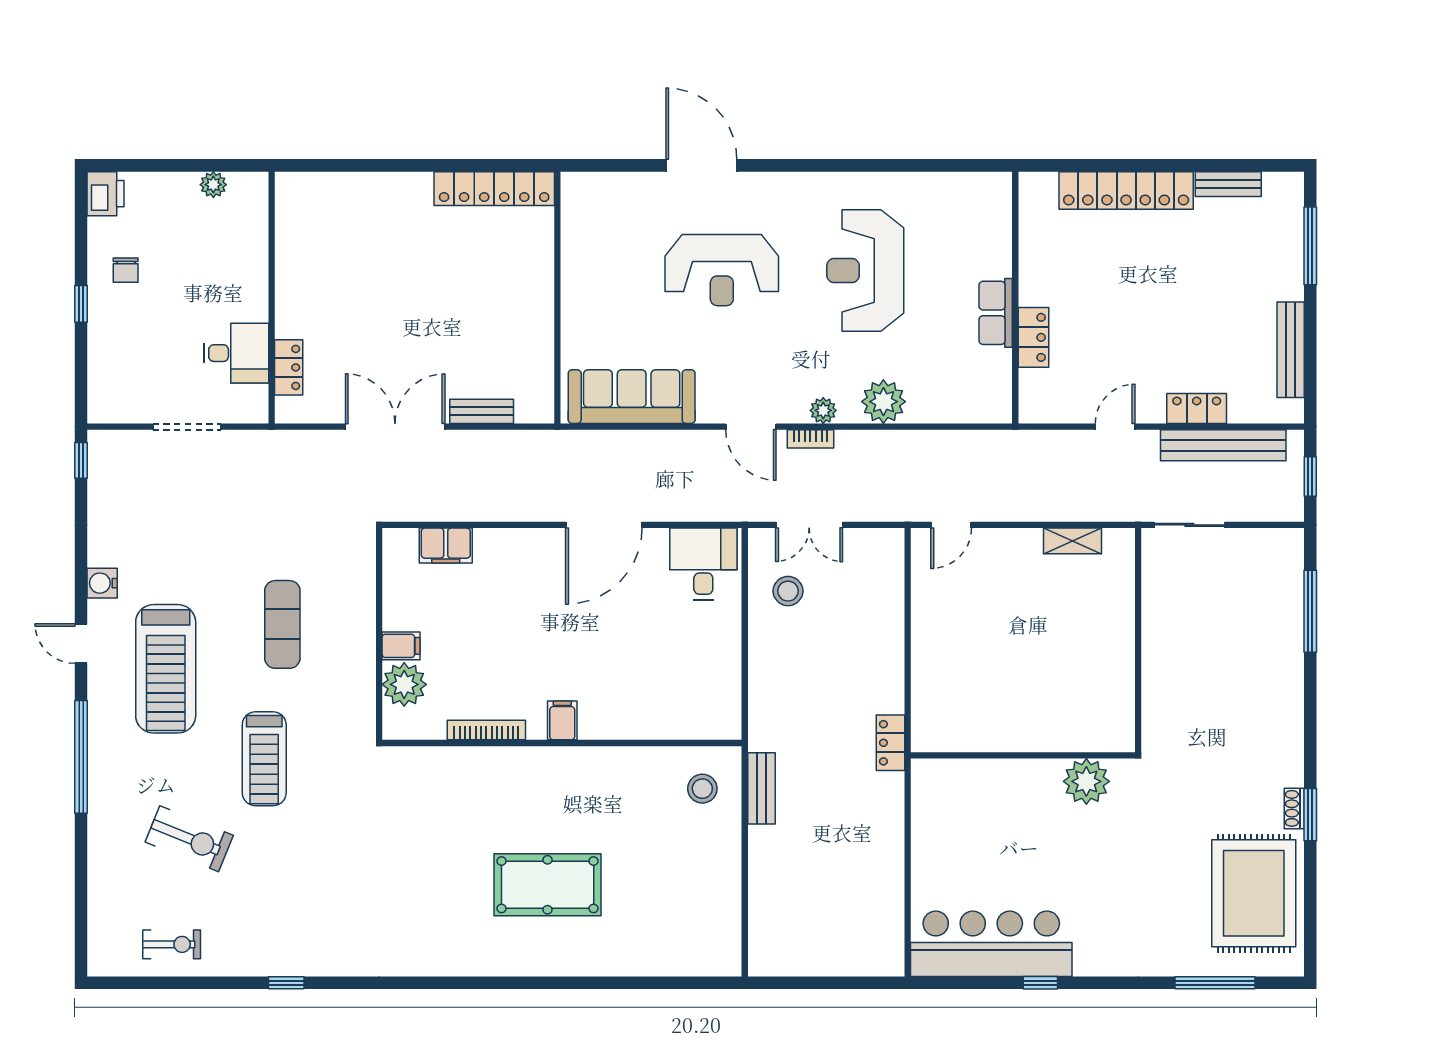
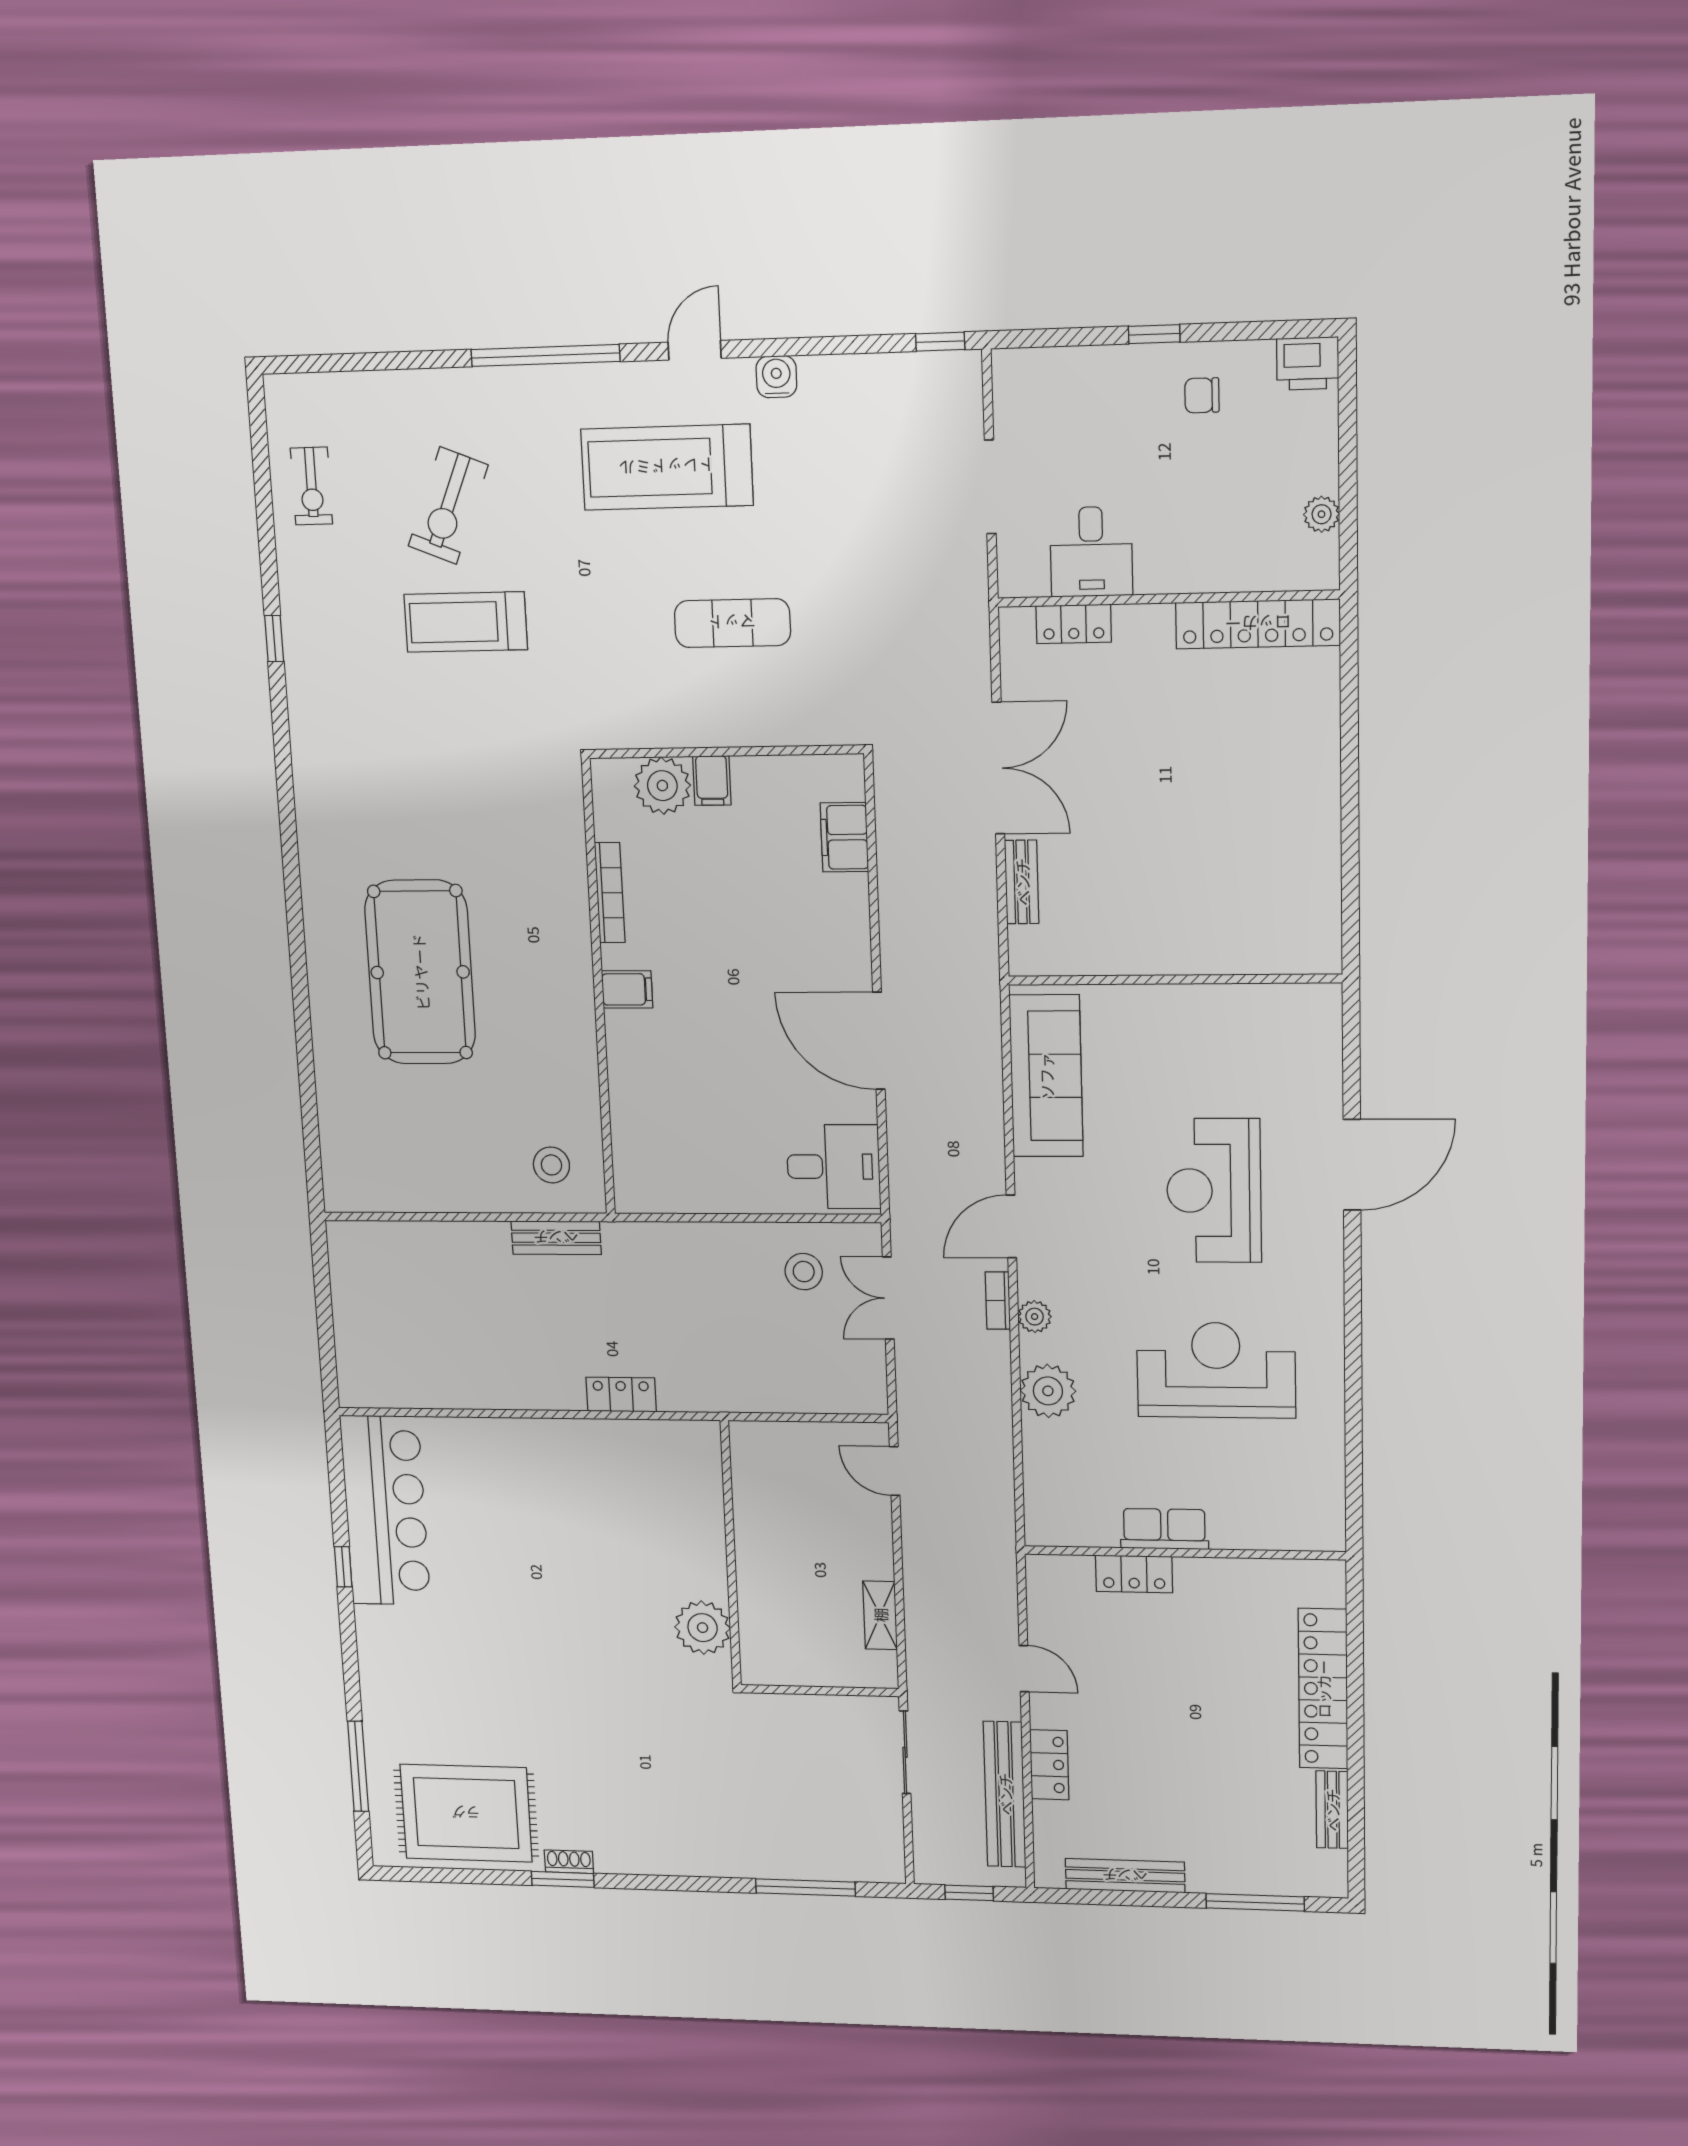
locker: (494, 189) -> (1258, 624), moved, turned -90
wall: (1023, 755) -> (731, 1554), moved
treadmill: (264, 759) -> (466, 622), moved
plant: (1086, 781) -> (703, 1628), moved
pool table: (548, 885) -> (420, 972), width x1.36, depth x1.32

